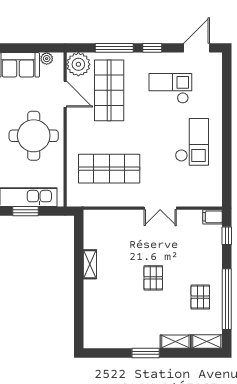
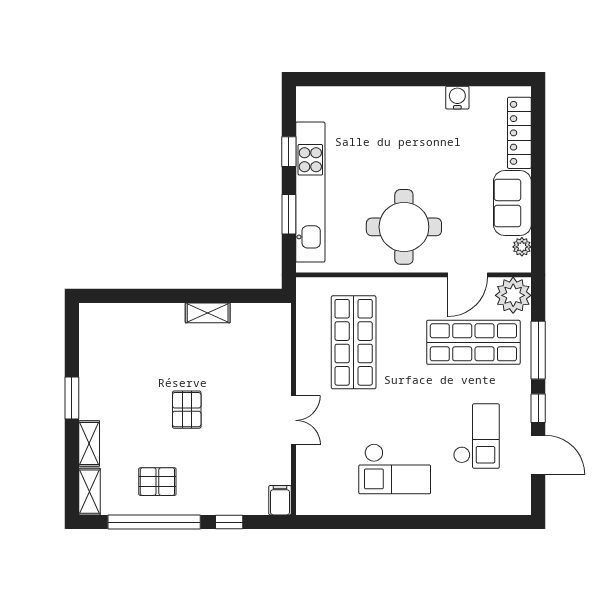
door: (197, 48) -> (538, 455), moved
double door: (160, 208) -> (293, 420), swing flipped
window: (227, 236) -> (229, 522), moved
pallet: (153, 278) -> (187, 410), turned 90

